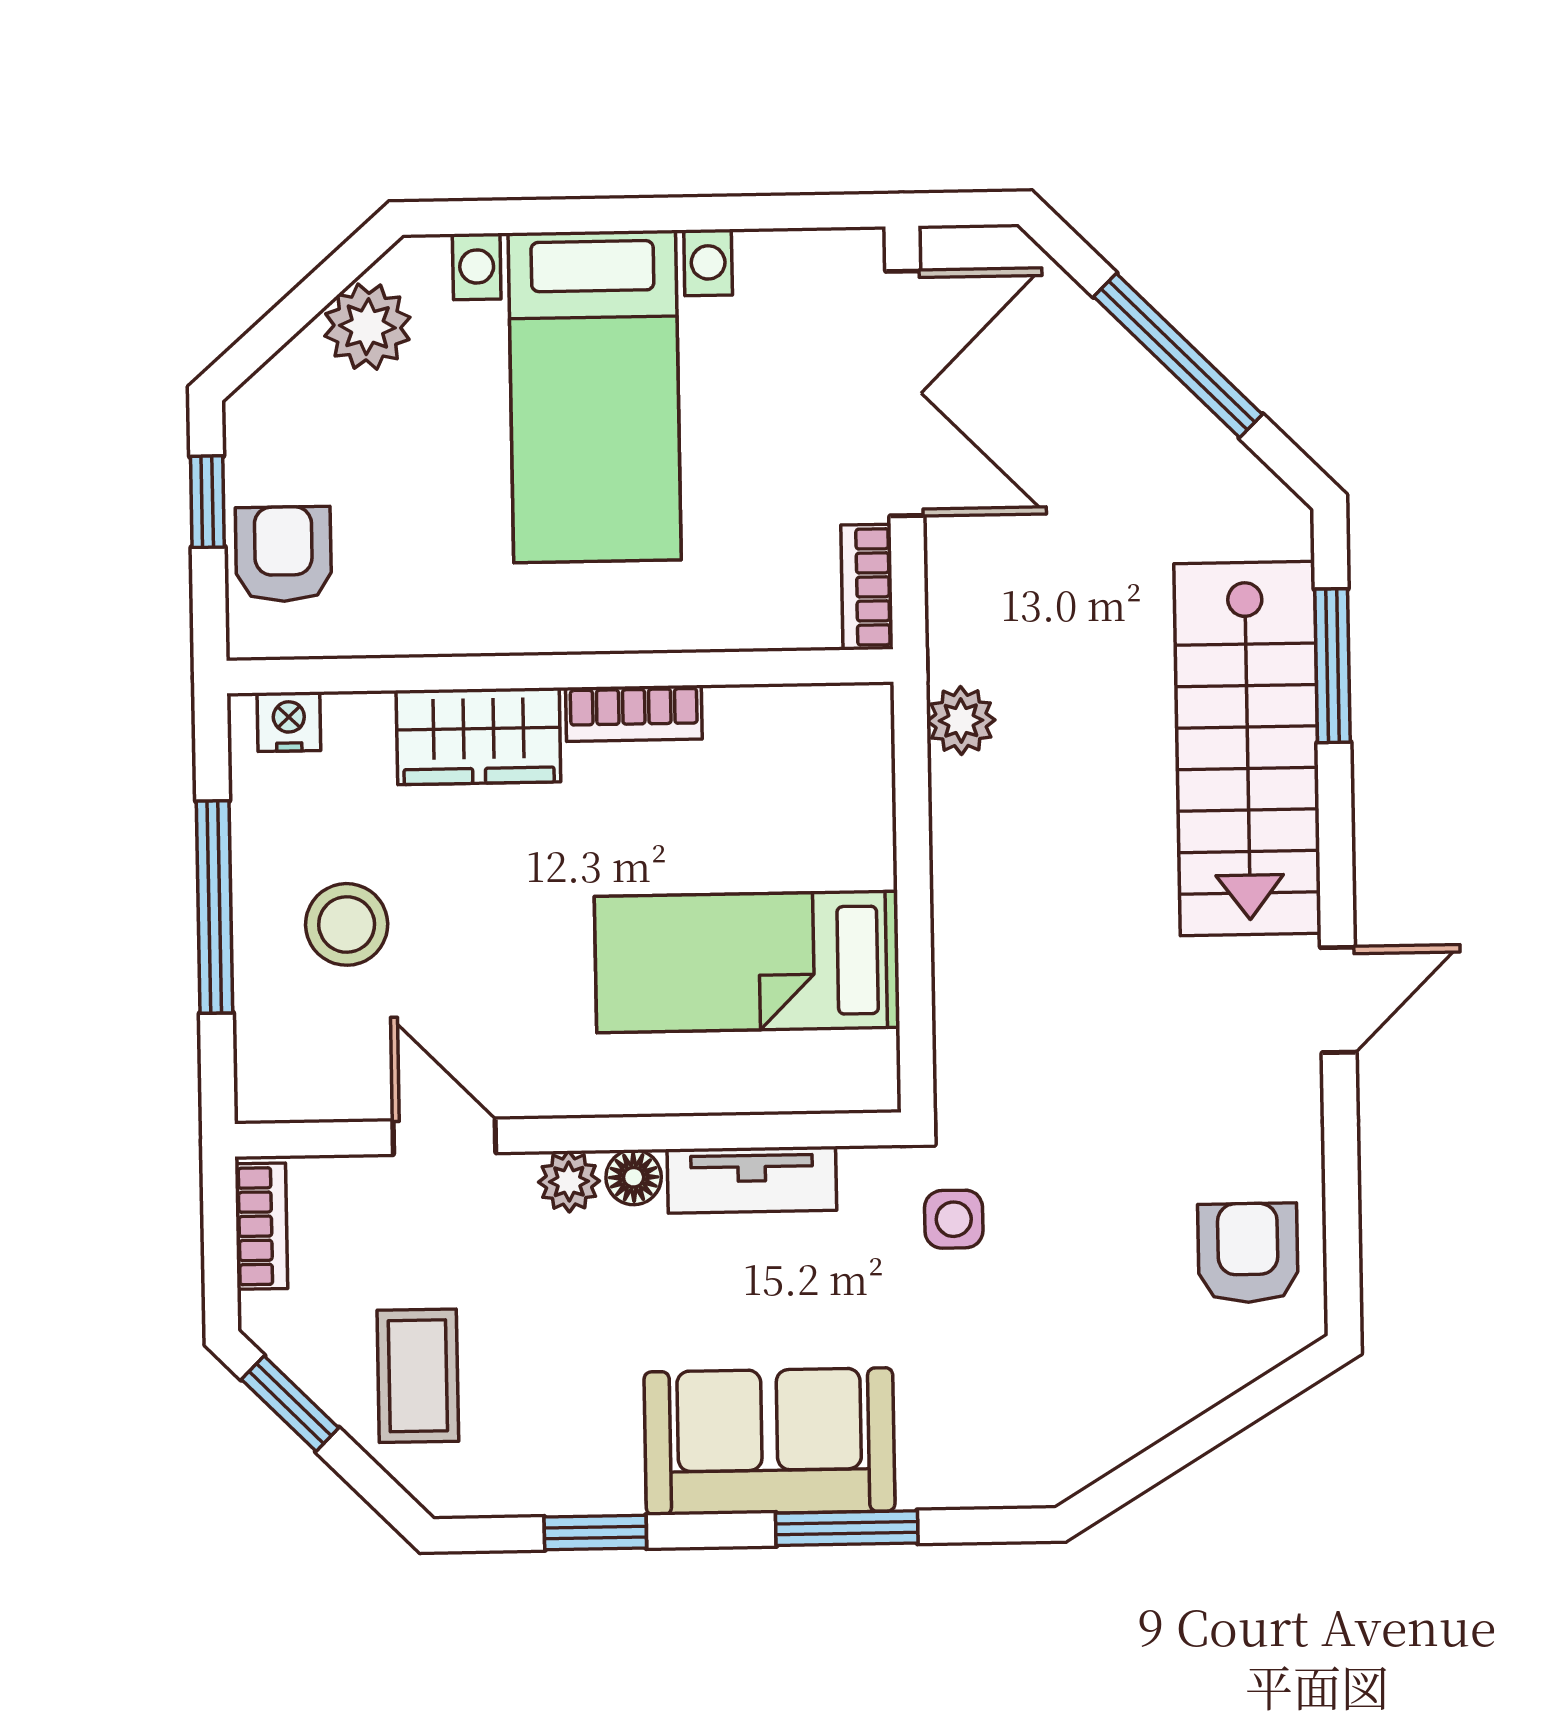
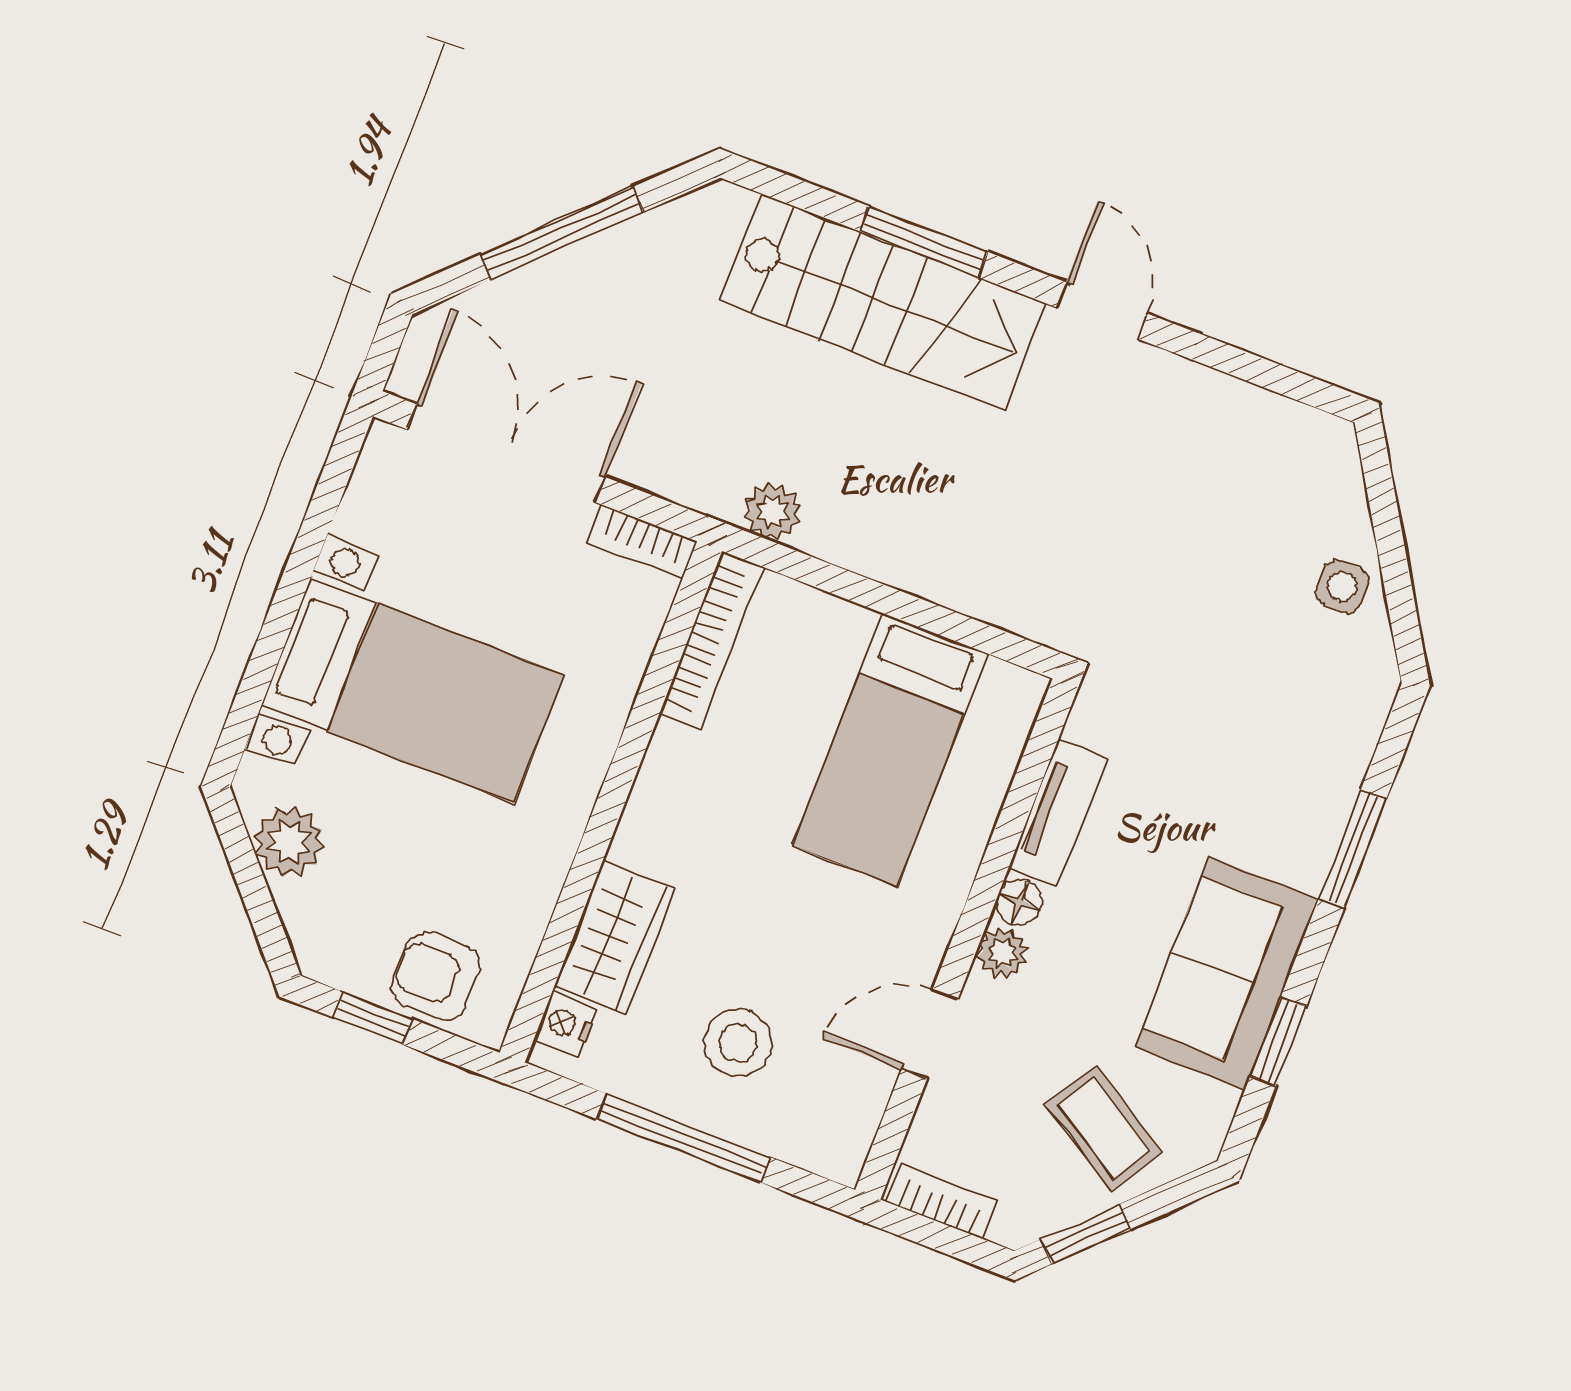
window: (1332, 666) -> (924, 242), moved
bookcase: (634, 713) -> (712, 640), moved, width x1.56
wardrobe: (478, 736) -> (614, 938), moved
side table: (954, 1219) -> (1342, 587), moved
armchair: (1248, 1253) -> (1267, 458), removed
coffee table: (418, 1376) -> (1104, 1128), turned 32
sofa: (769, 1441) -> (1227, 973), moved

